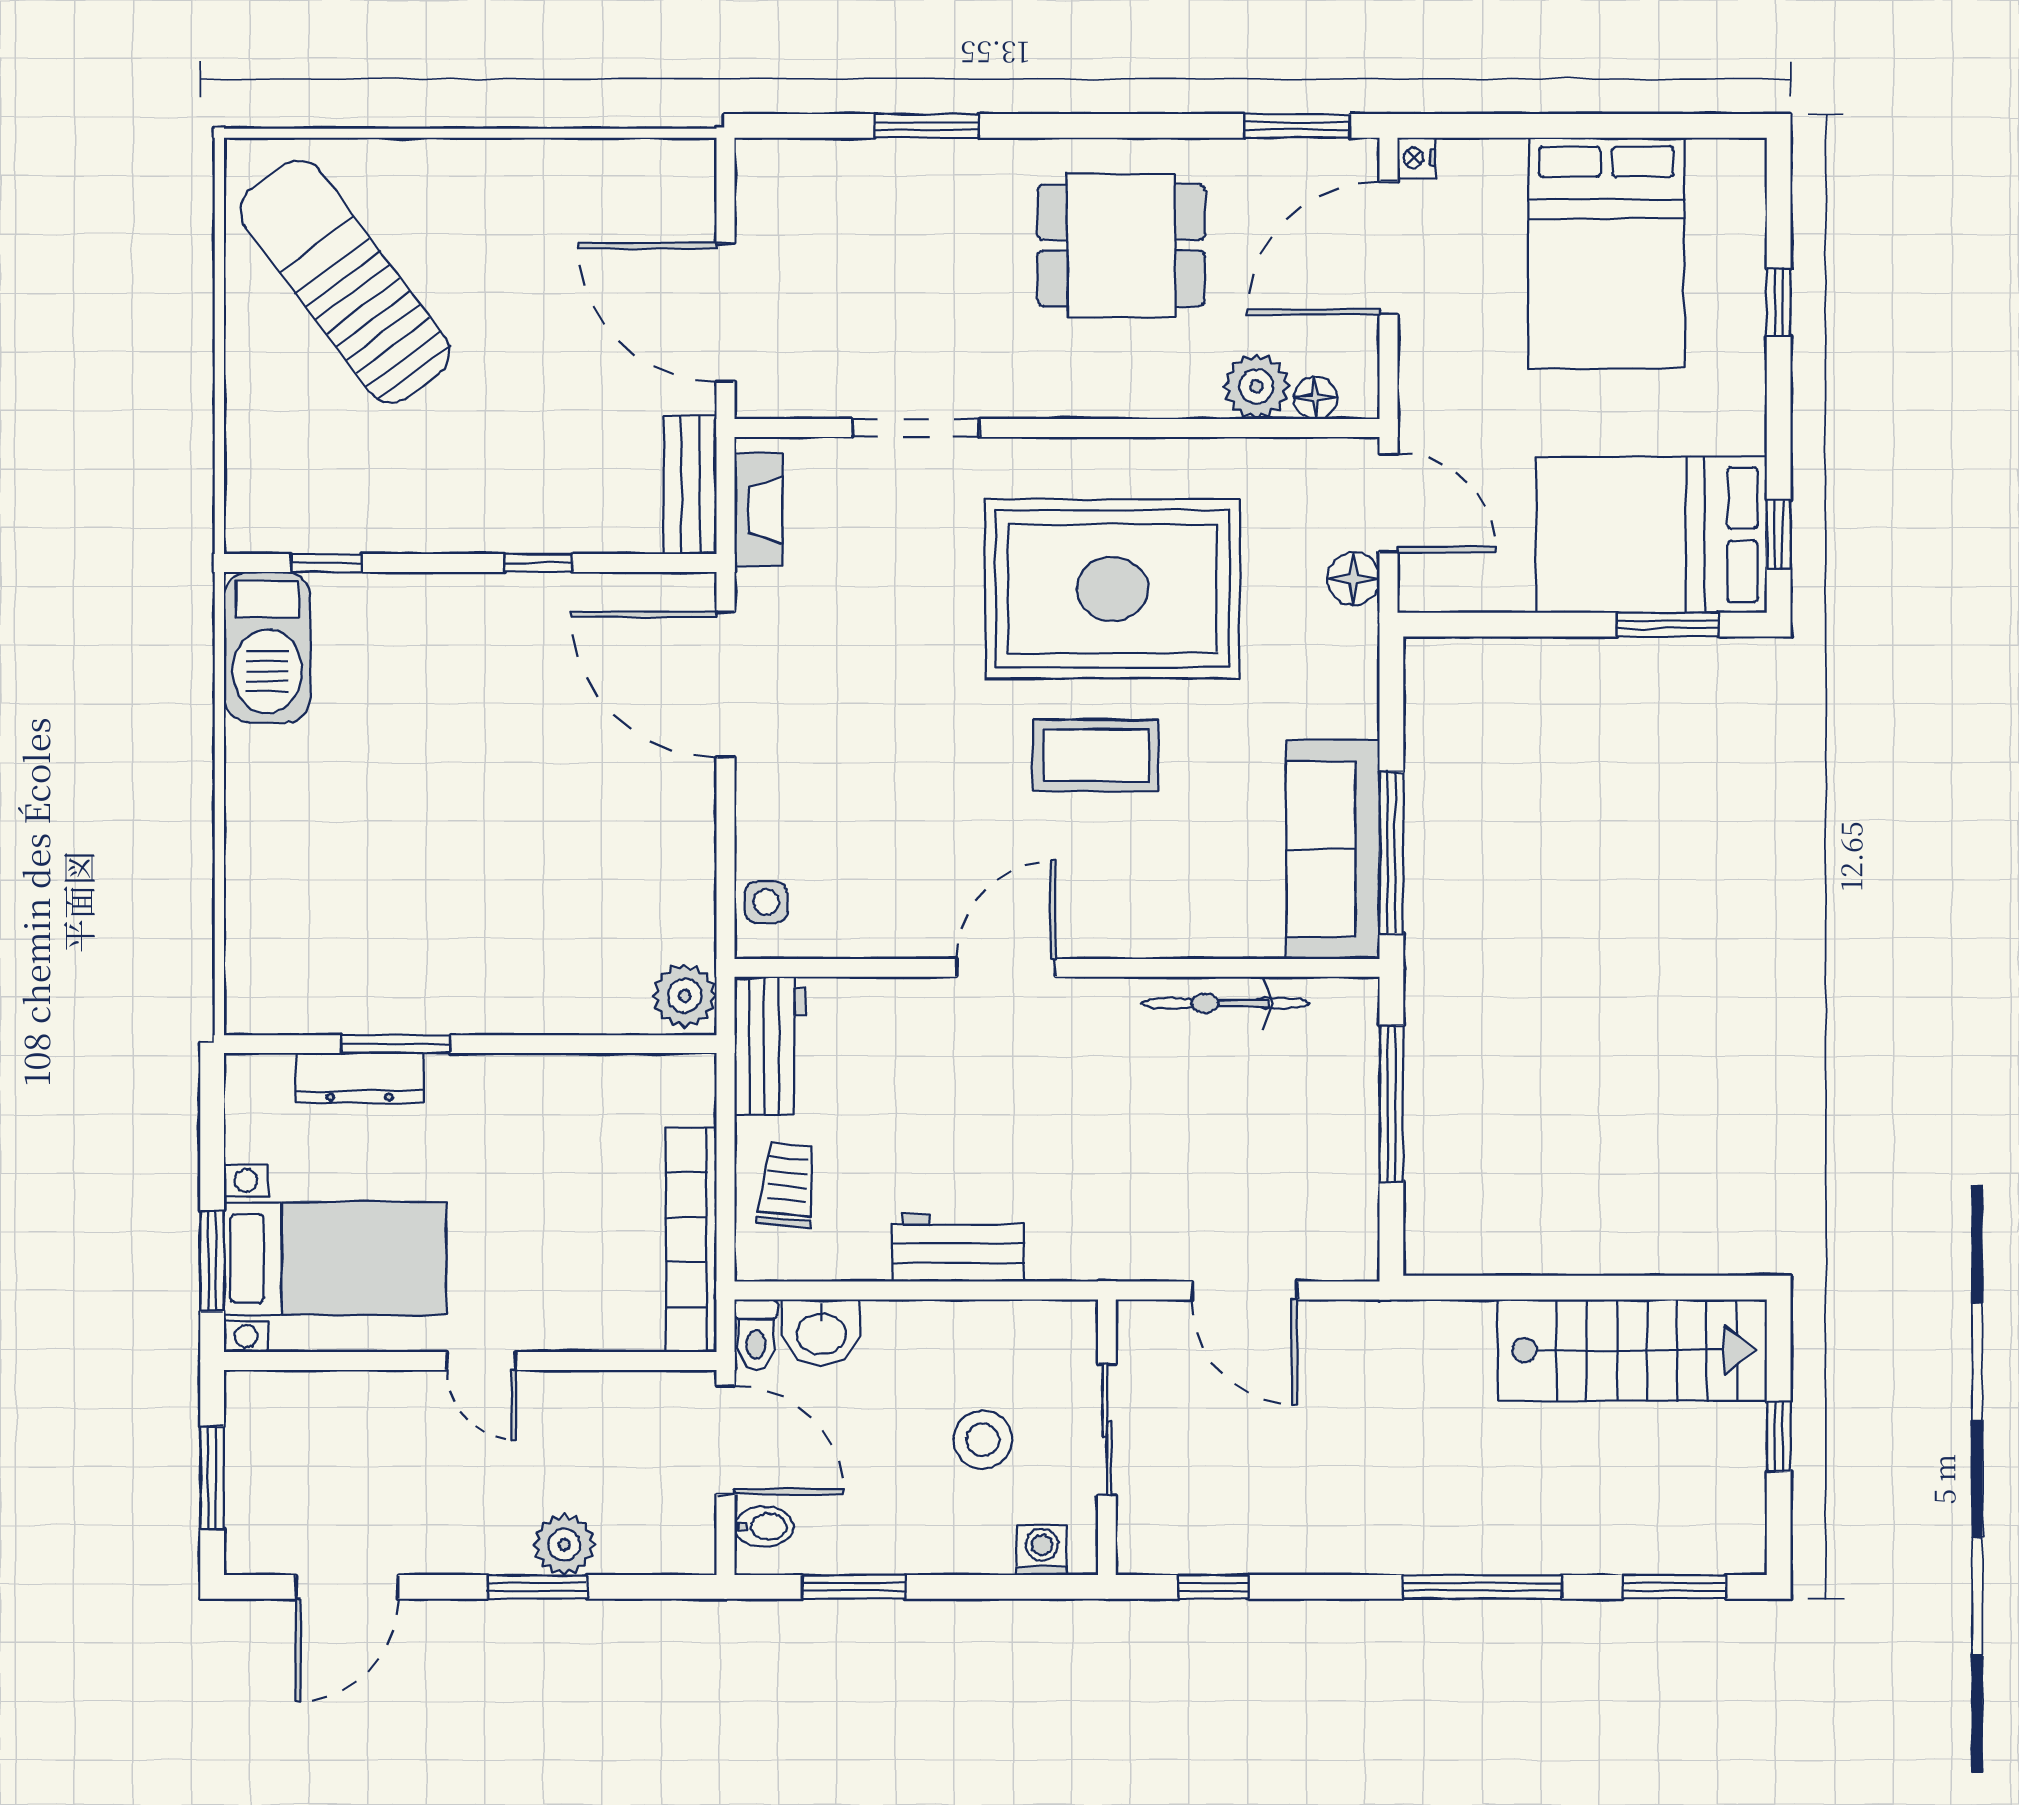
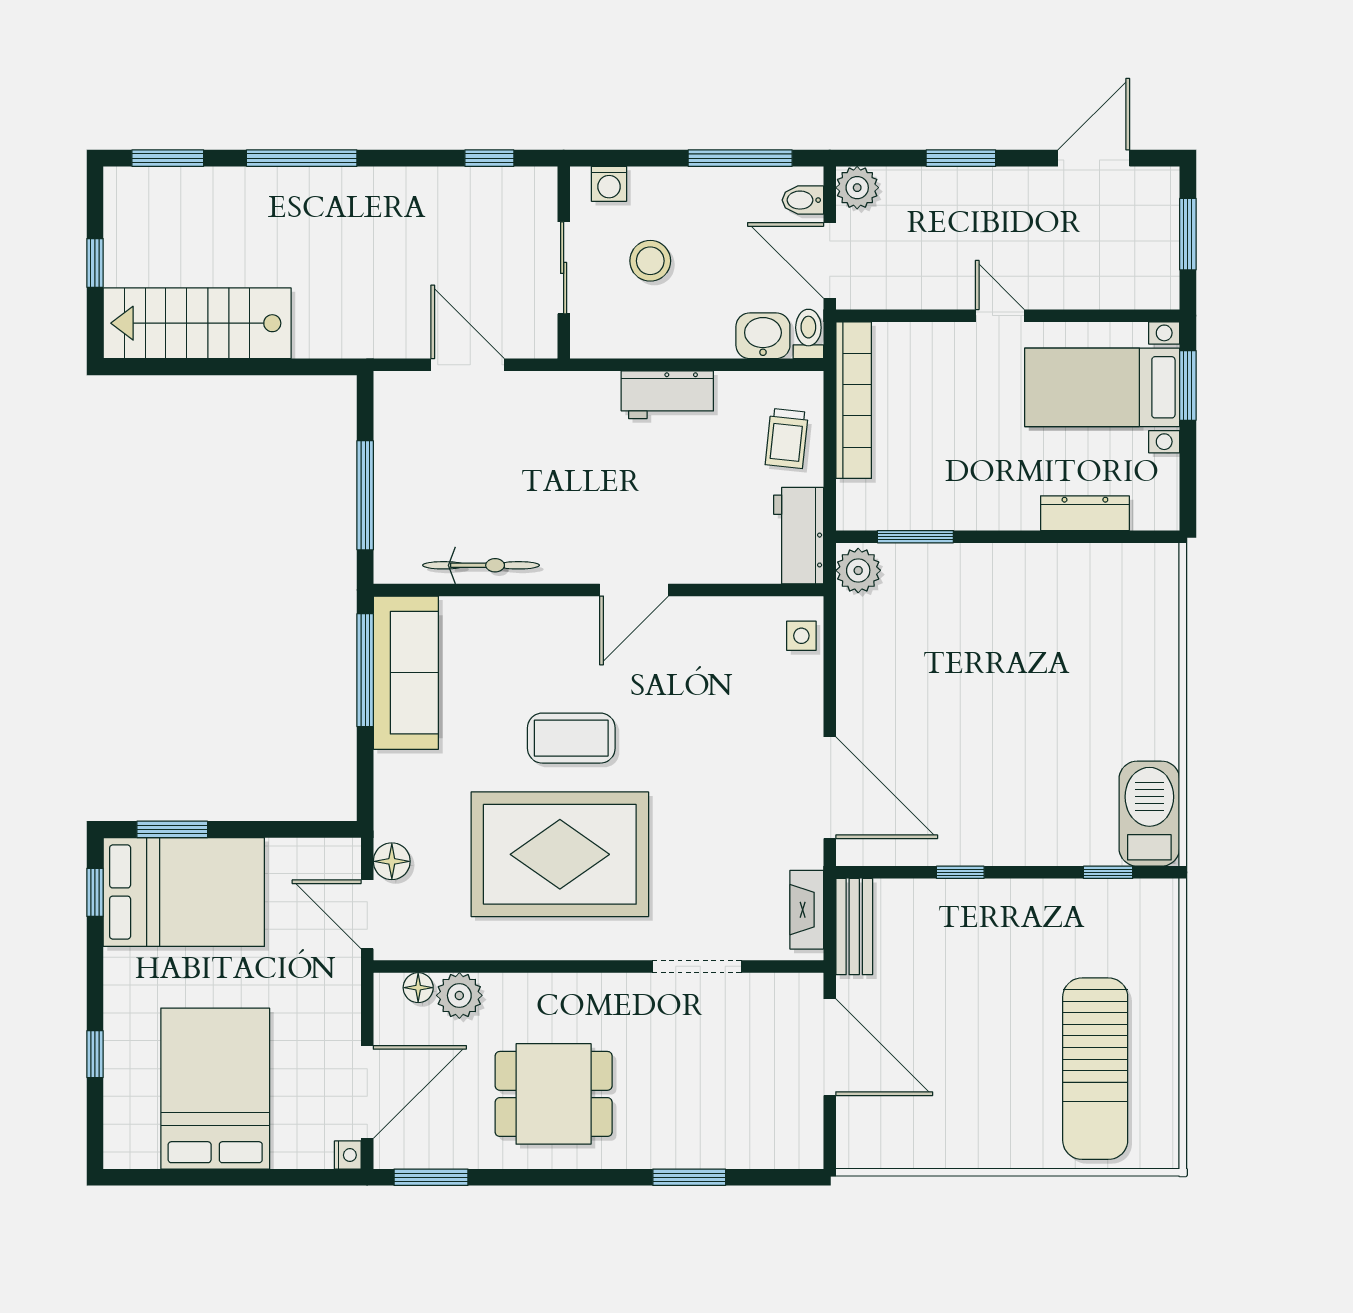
sun lounger: (345, 282) -> (1095, 1069), turned 37
window: (396, 1044) -> (915, 537), moved
plant: (564, 1545) -> (857, 188), moved
window: (854, 1587) -> (740, 158), width x1.44

